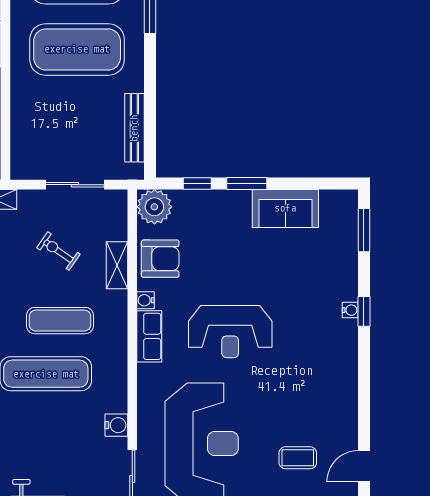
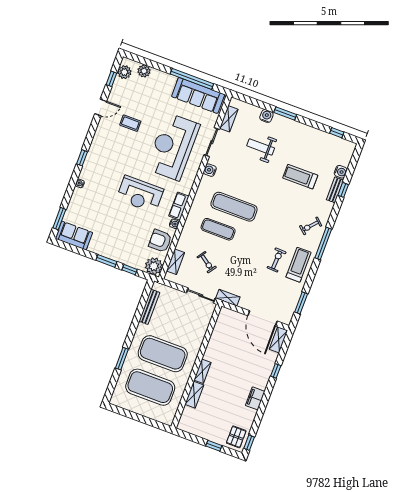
sliding door: (75, 185) -> (201, 295), moved
sofa: (285, 208) -> (74, 236), moved
shelving: (117, 265) -> (175, 262), moved
window: (364, 311) -> (82, 158), moved
reception desk: (230, 332) -> (140, 194), turned 180

